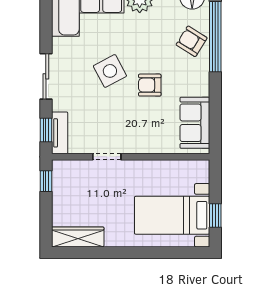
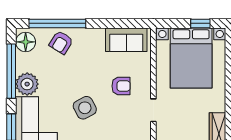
armchair: (150, 85) -> (121, 86), moved, turned -90
bed with nightstands: (172, 215) -> (191, 58), width x1.36

